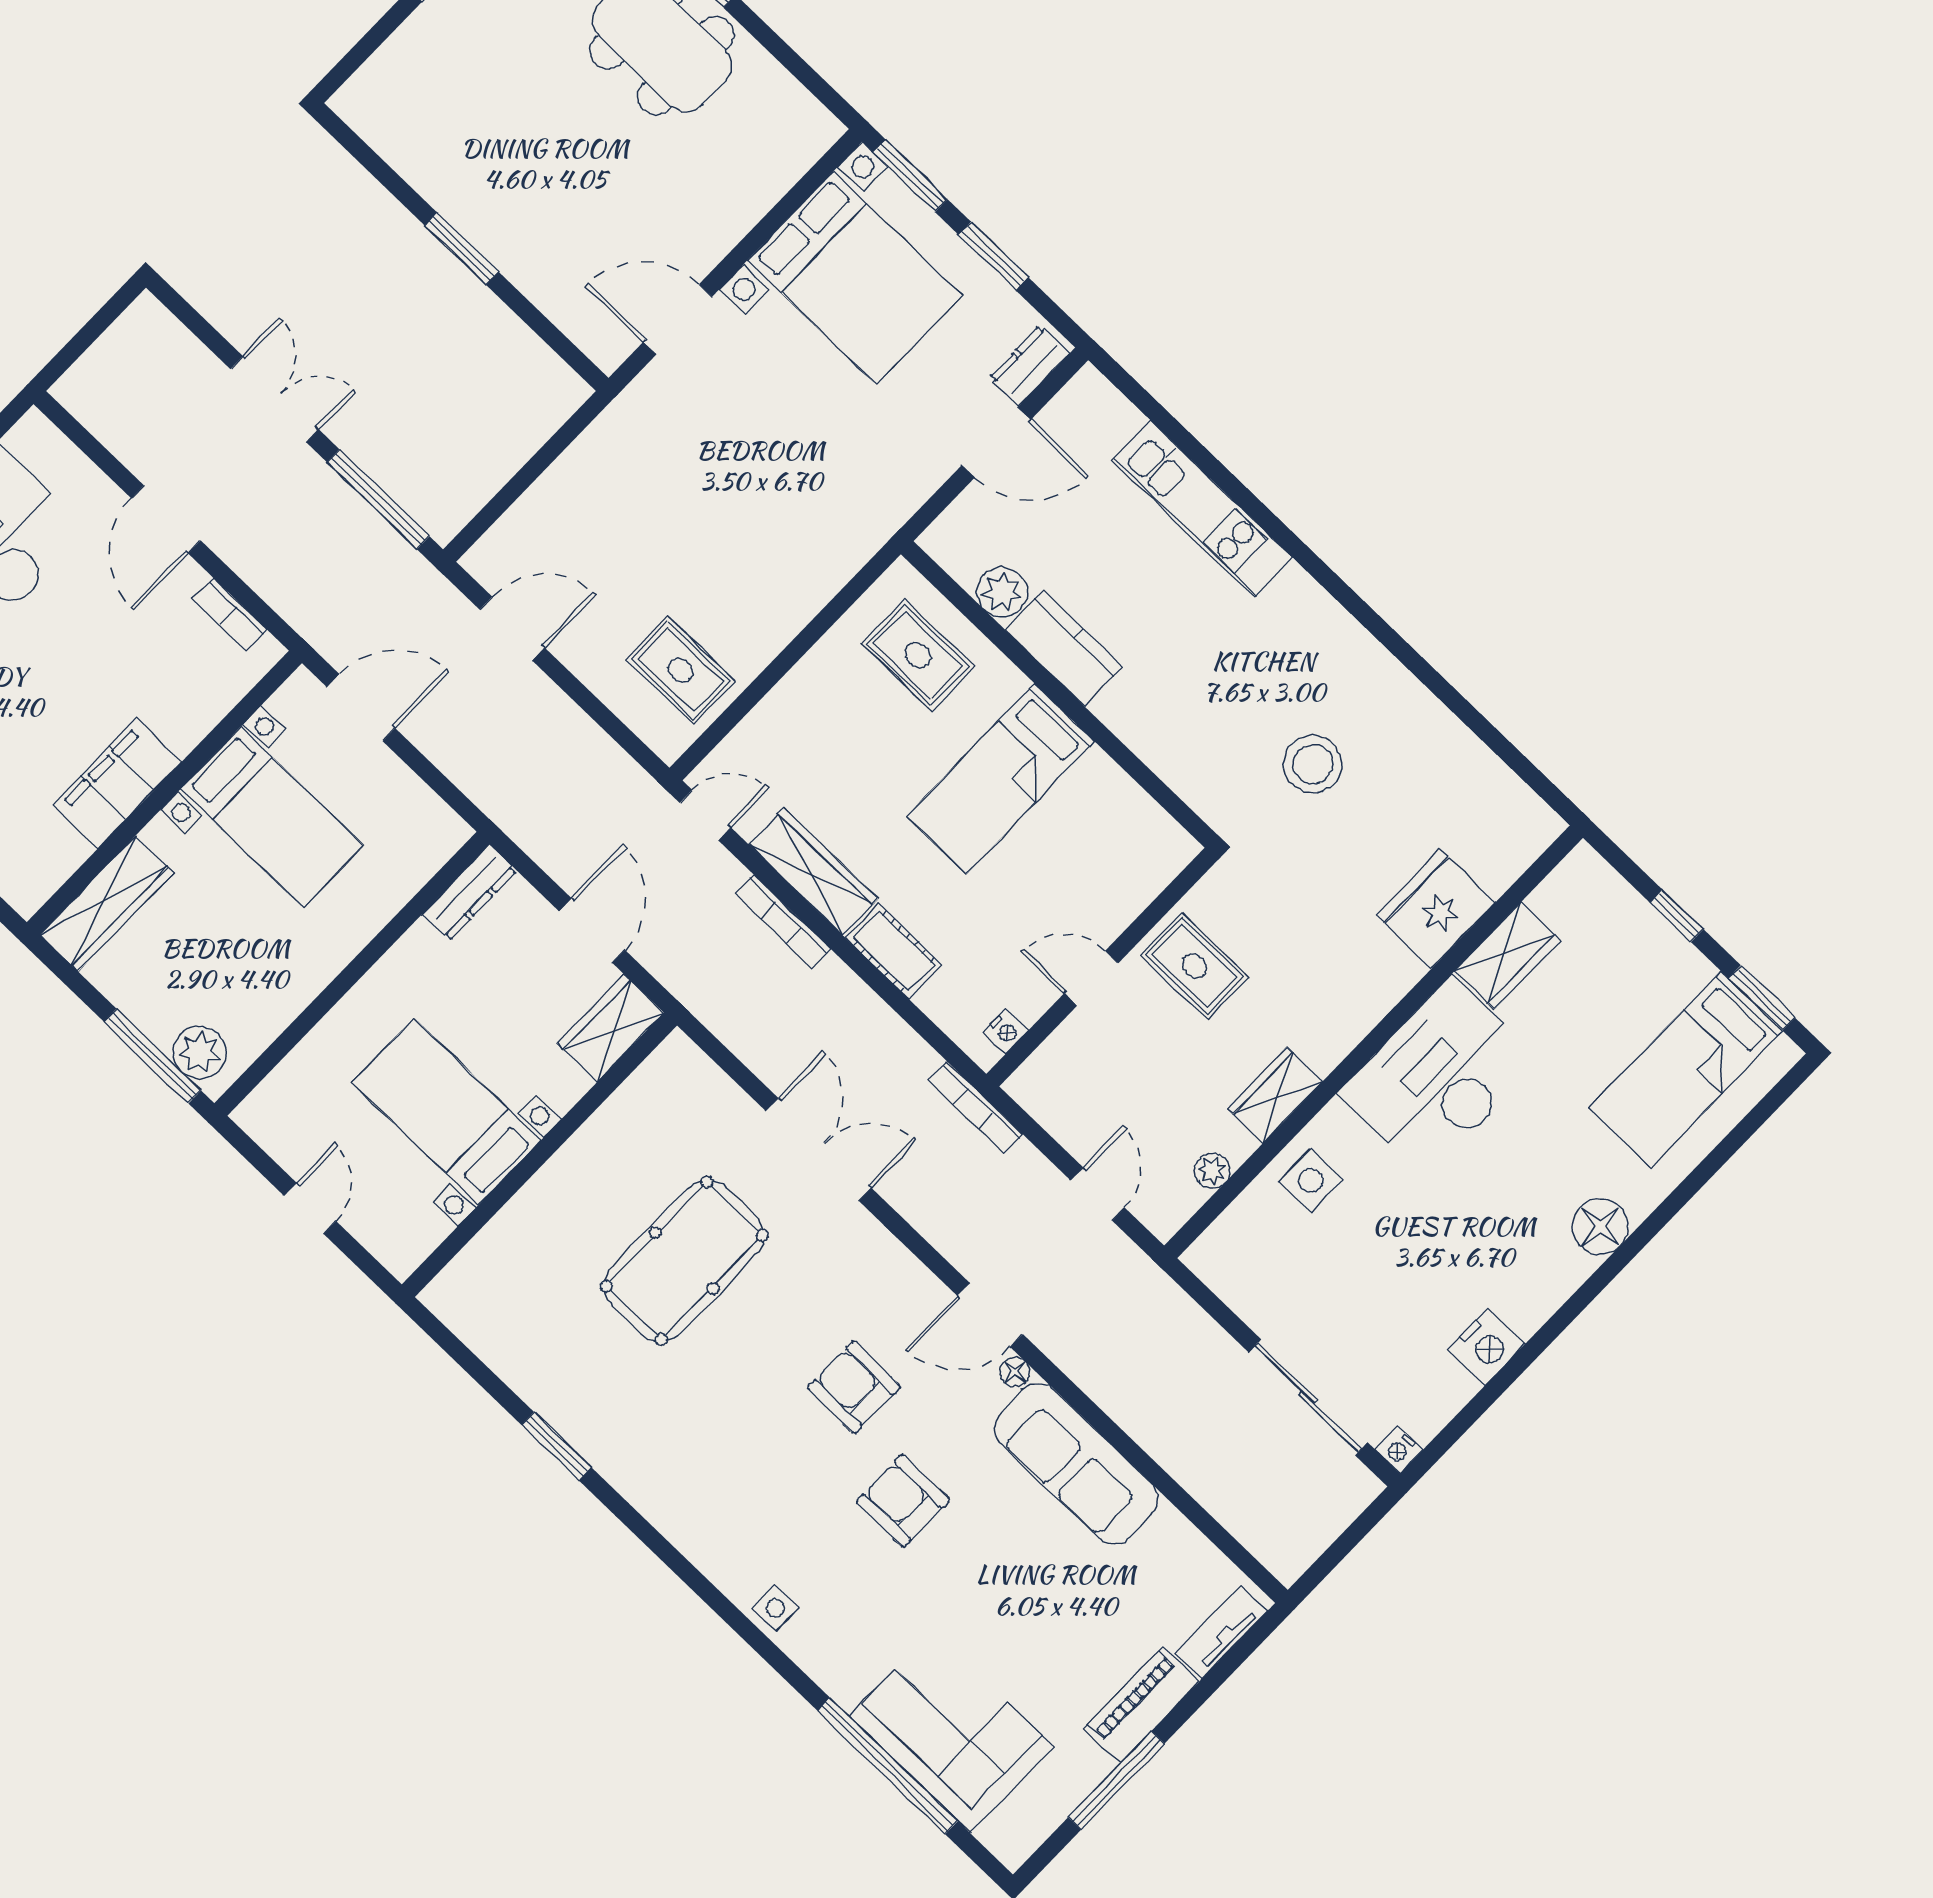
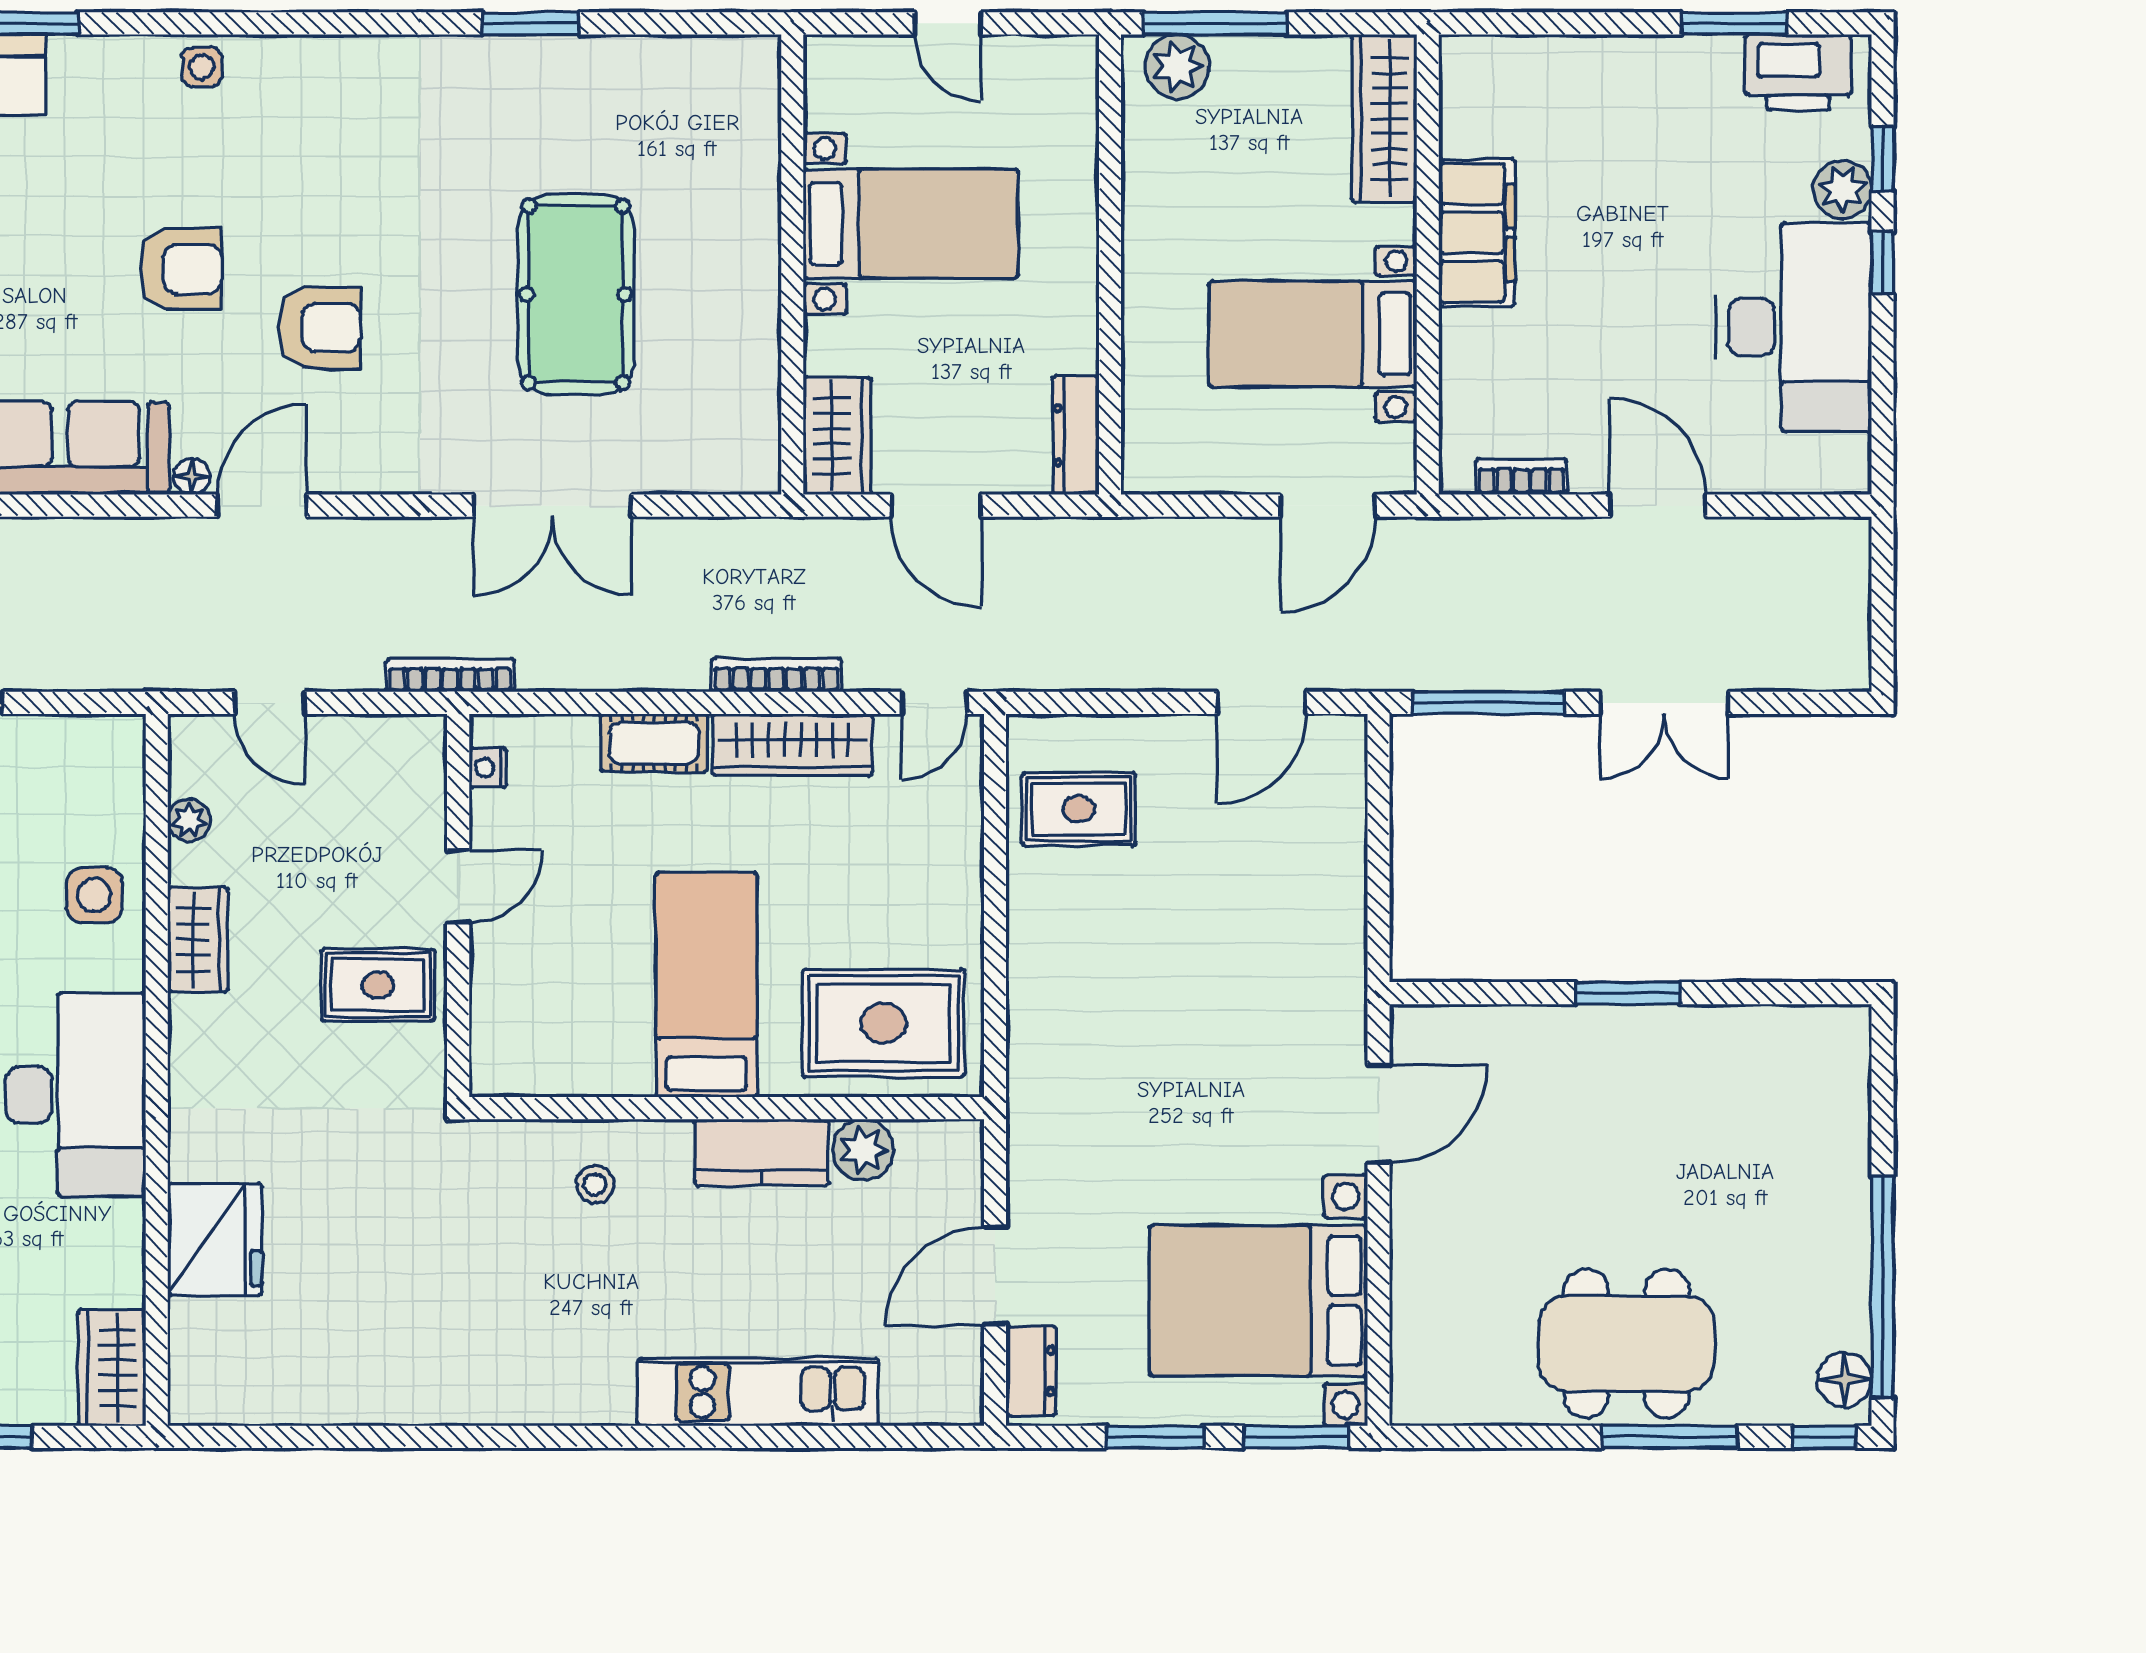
rug: (918, 655) -> (883, 1023), width x1.36, depth x1.43
stool: (1313, 764) -> (595, 1184), moved, width x0.53, depth x0.53
wardrobe: (1508, 956) -> (112, 1368), moved

